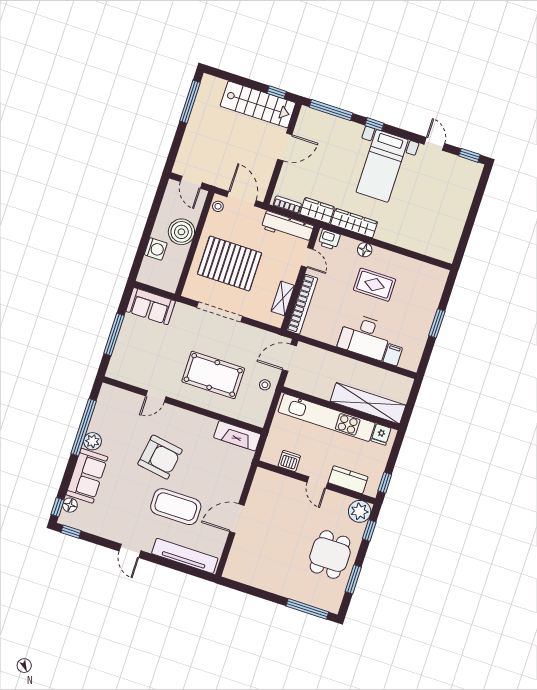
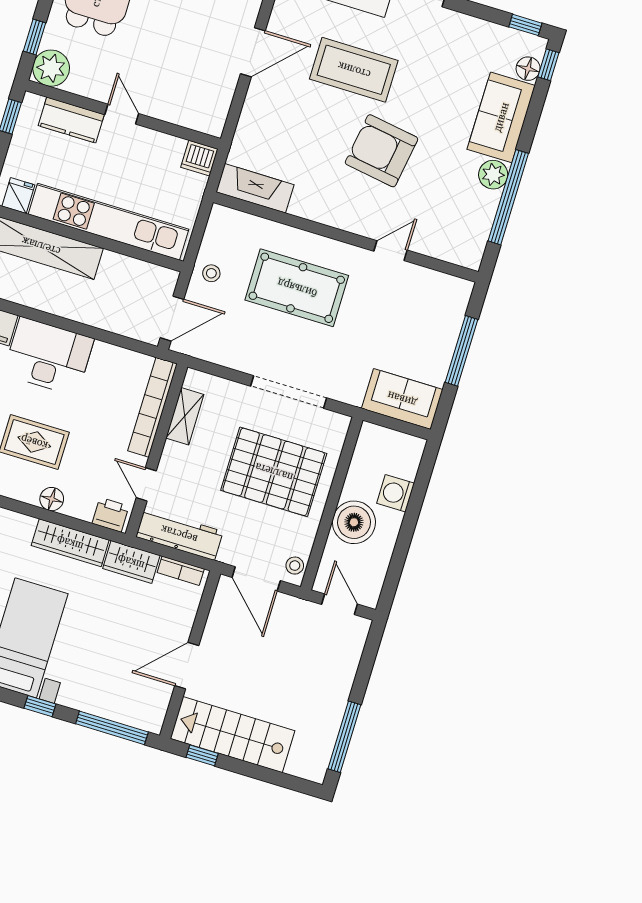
dishwasher: (289, 461) -> (199, 158), moved

